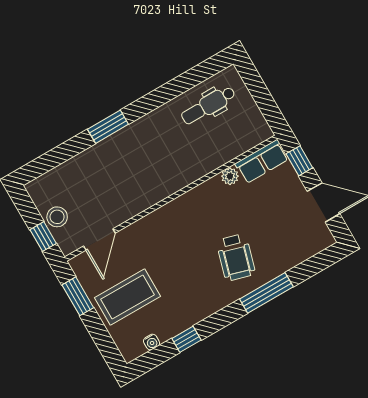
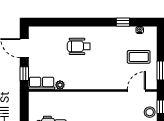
wheelchair: (236, 257) -> (79, 46), turned -106
window: (266, 293) -> (74, 22), removed
coffee table: (128, 297) -> (139, 57), width x0.73, depth x0.76

